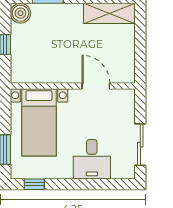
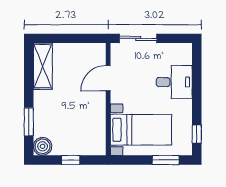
sliding door: (140, 145) -> (138, 38), moved

